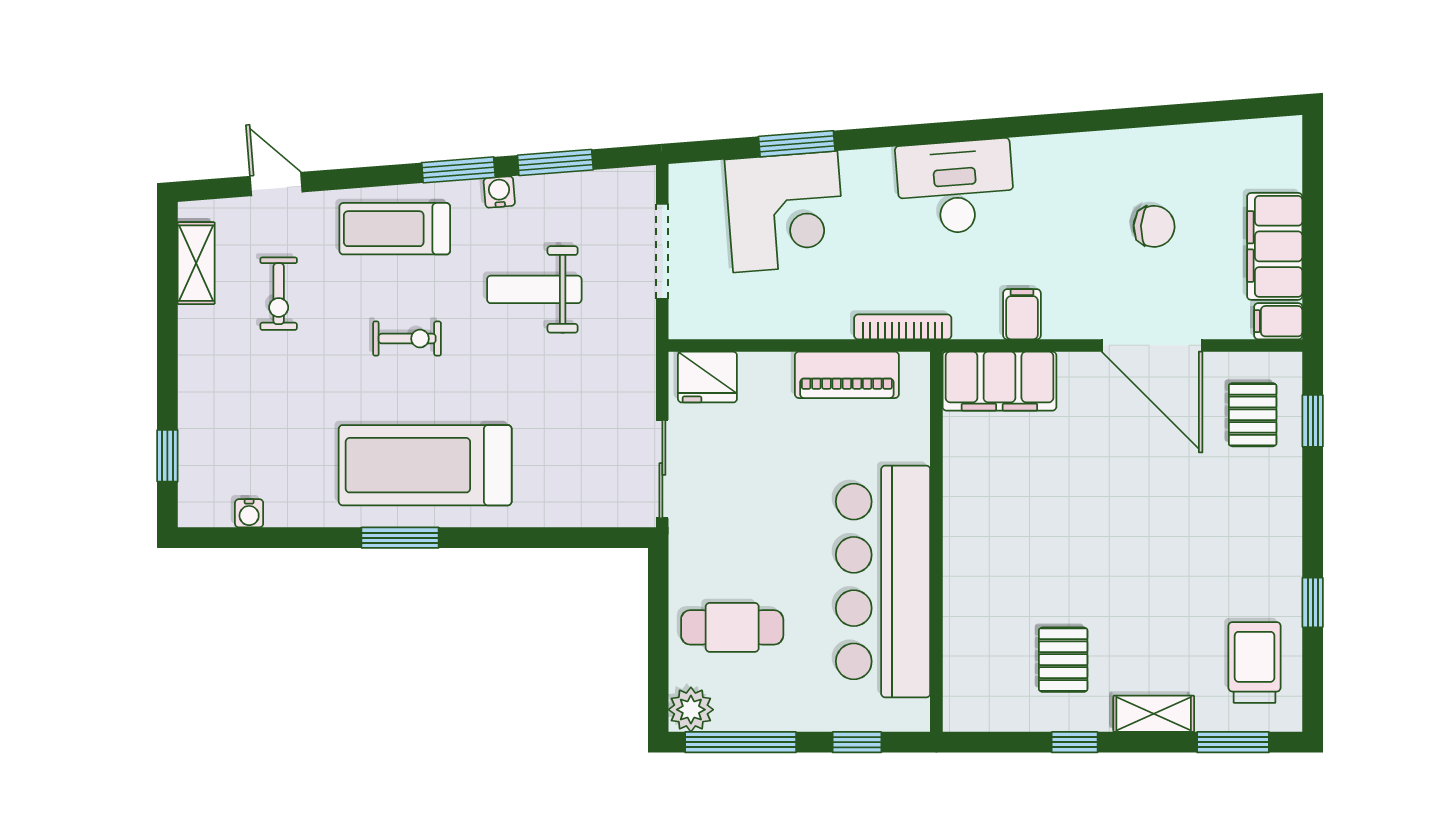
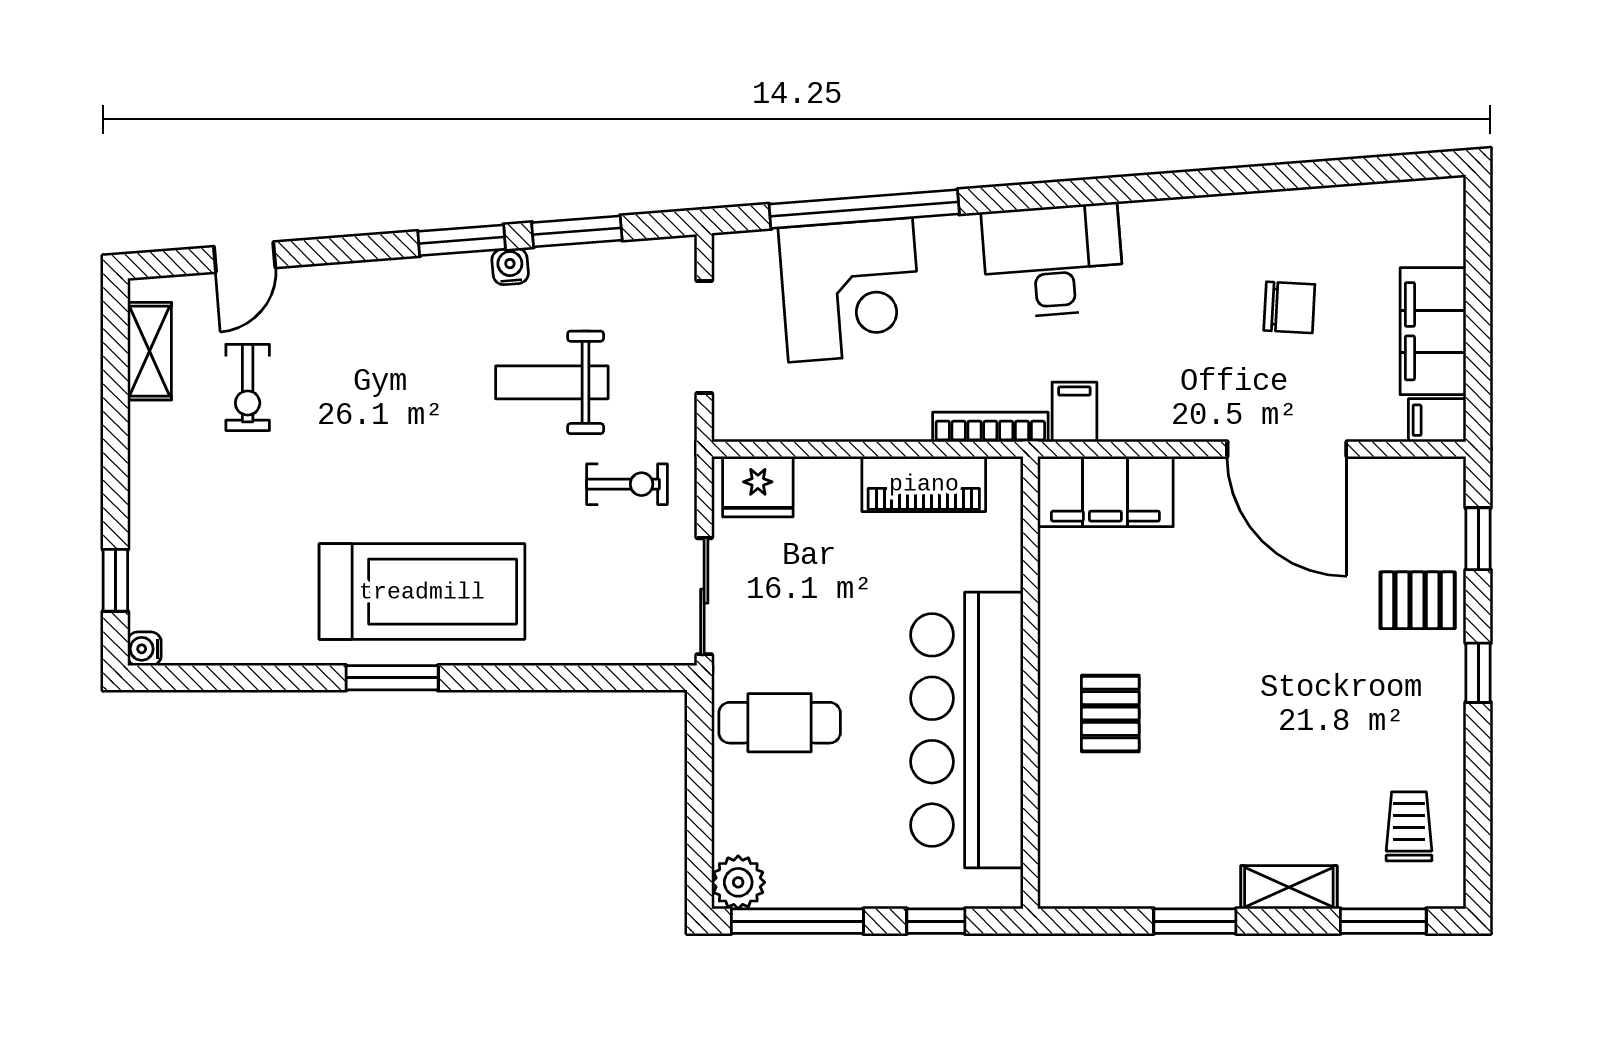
window: (797, 144) -> (864, 209), width x2.11
door: (276, 184) -> (245, 257), swing flipped
treadmill: (395, 229) -> (386, 310), removed
filing cabinet: (1022, 314) -> (1074, 412), moved
exercise bike: (407, 339) -> (627, 484), moved
pallet: (1253, 415) -> (1418, 600), moved, turned 90
treadmill: (425, 465) -> (422, 592), turned 180
water cooler: (249, 513) -> (144, 649), moved, turned 90
window: (1313, 602) -> (1478, 673), moved
cafe table: (732, 627) -> (780, 723), moved
pallet: (1063, 660) -> (1110, 714), moved
trolley: (1255, 662) -> (1409, 826), width x0.73, depth x0.72
window: (1075, 742) -> (1195, 921), width x1.50

